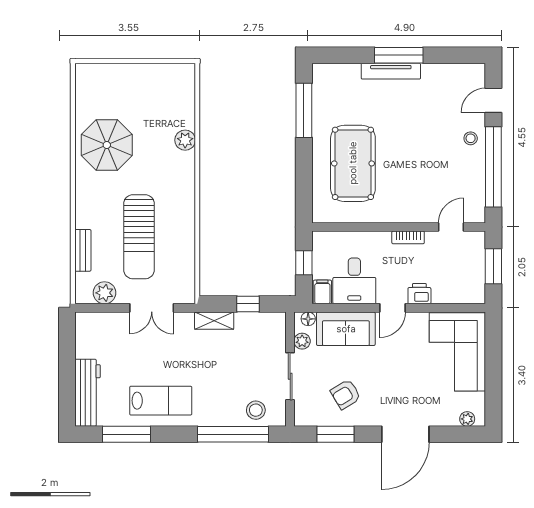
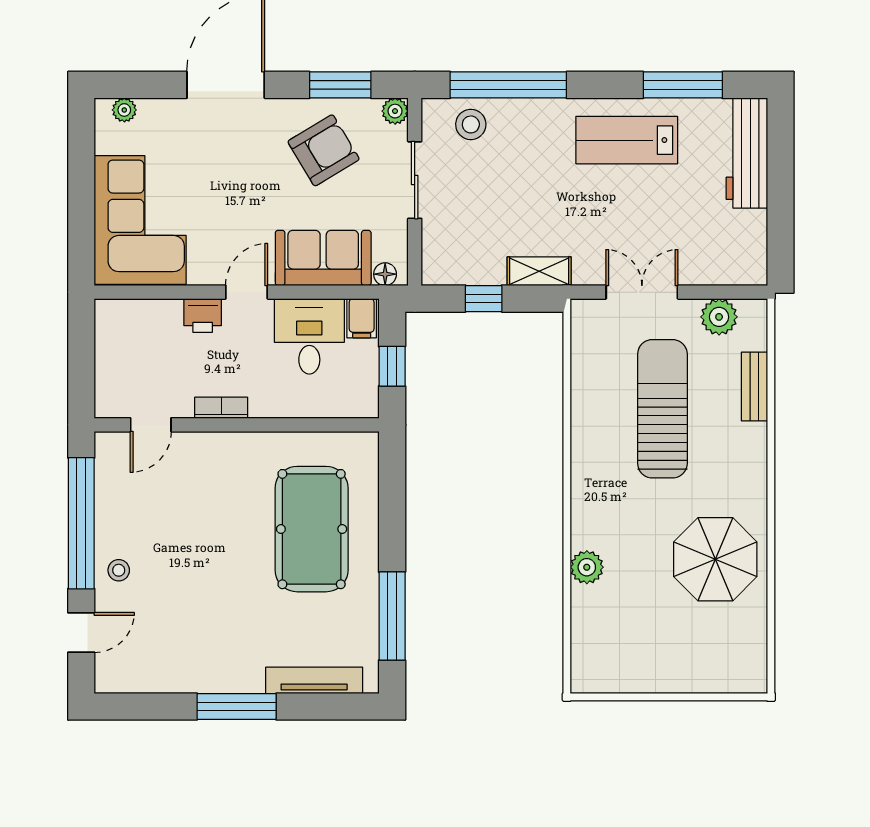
tv unit: (391, 71) -> (314, 680), moved
window: (493, 266) -> (81, 360), removed
plant: (302, 341) -> (395, 111), moved
armchair: (346, 394) -> (324, 150), width x1.38, depth x1.38

